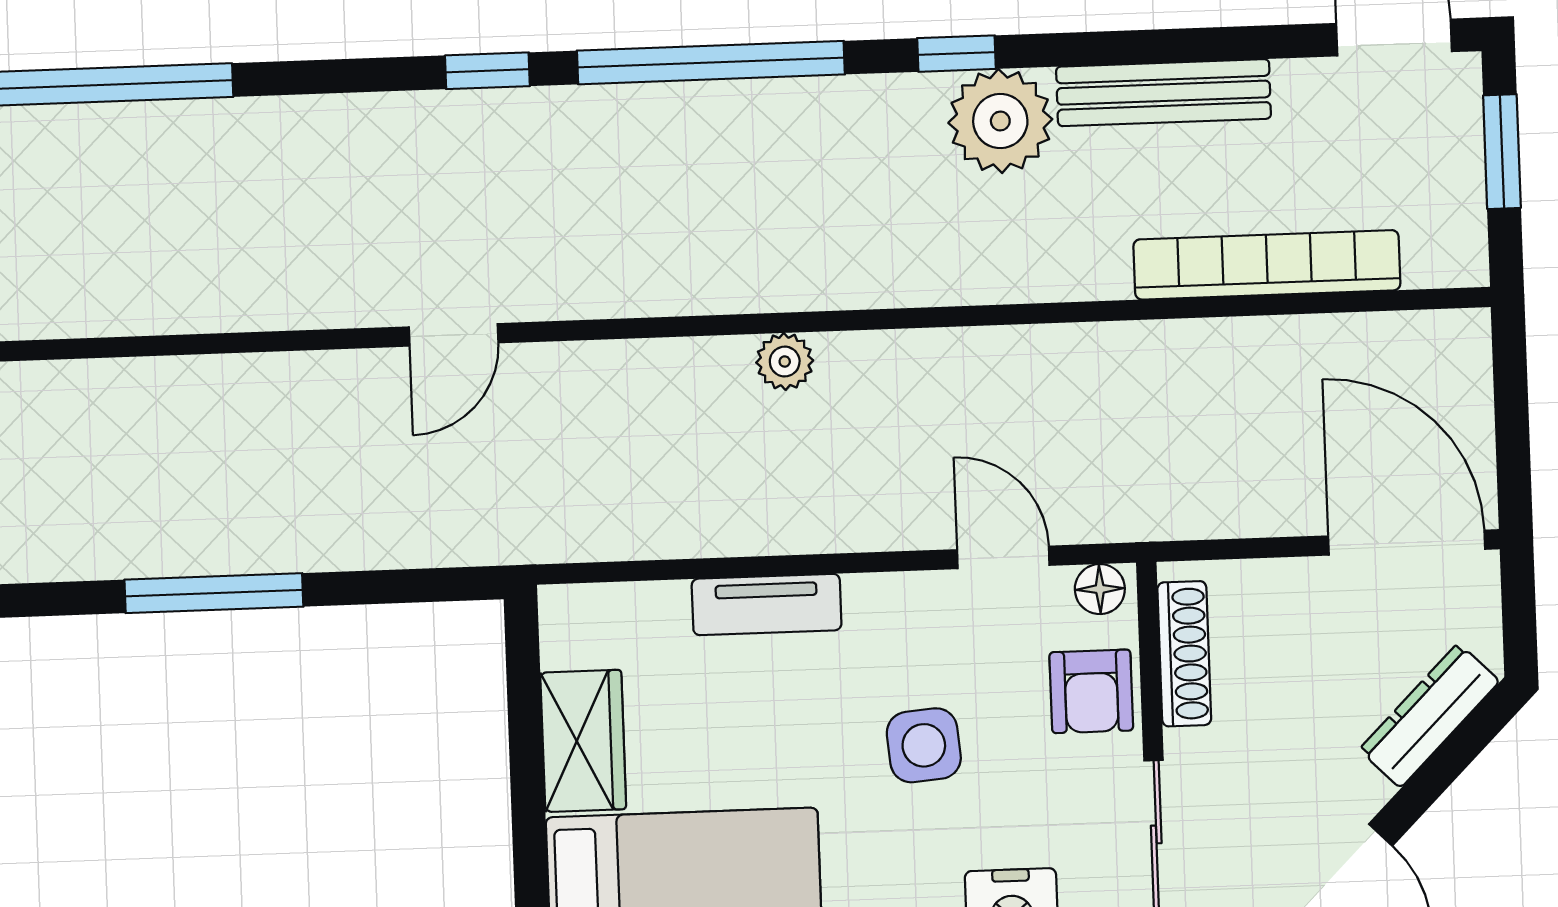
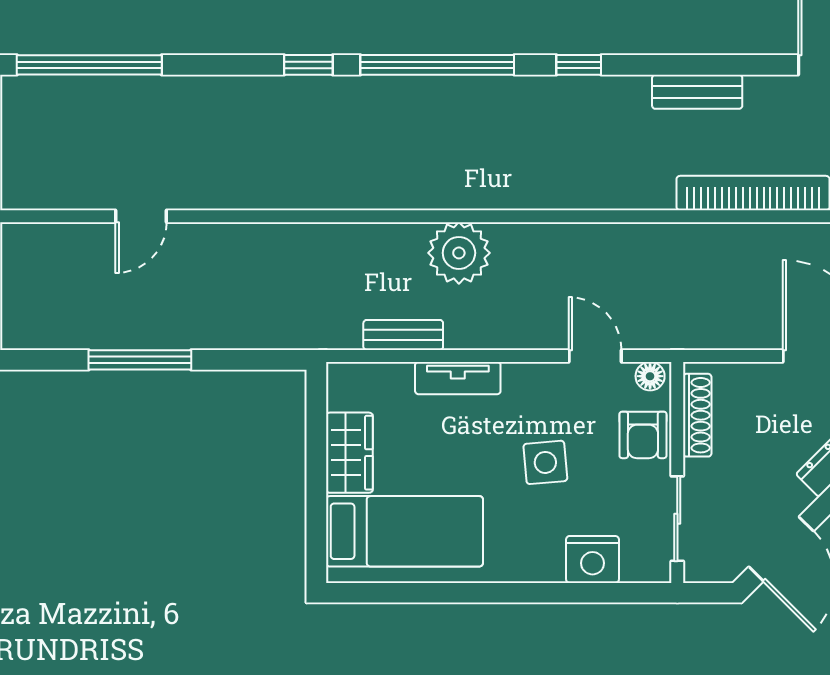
bench: (1164, 93) -> (697, 92), width x0.73
plant: (1000, 121) -> (603, 105), removed
door: (454, 335) -> (141, 216), moved
plant: (785, 362) -> (459, 253), width x1.88, depth x1.88
bench: (669, 533) -> (403, 335), added

